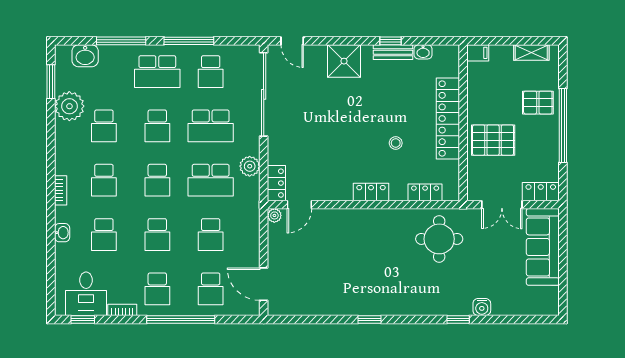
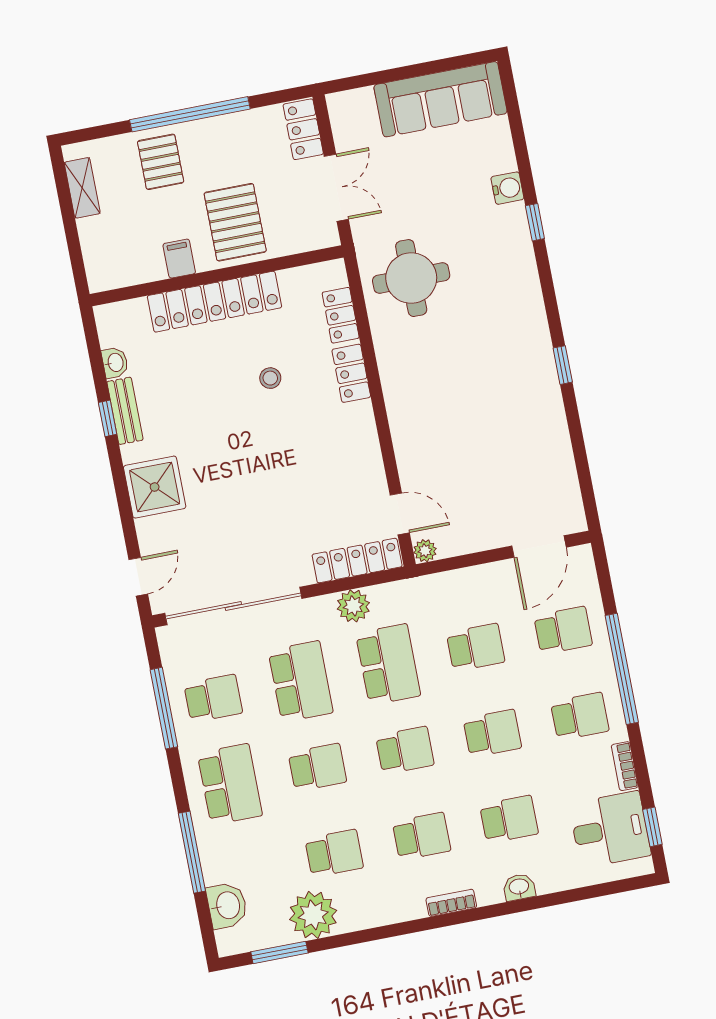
window: (189, 41) -> (164, 708), moved
filing cabinet: (478, 53) -> (179, 259), moved
locker: (276, 183) -> (357, 561), width x1.53
locker: (371, 192) -> (351, 373), moved
sofa: (543, 247) -> (440, 99), moved

